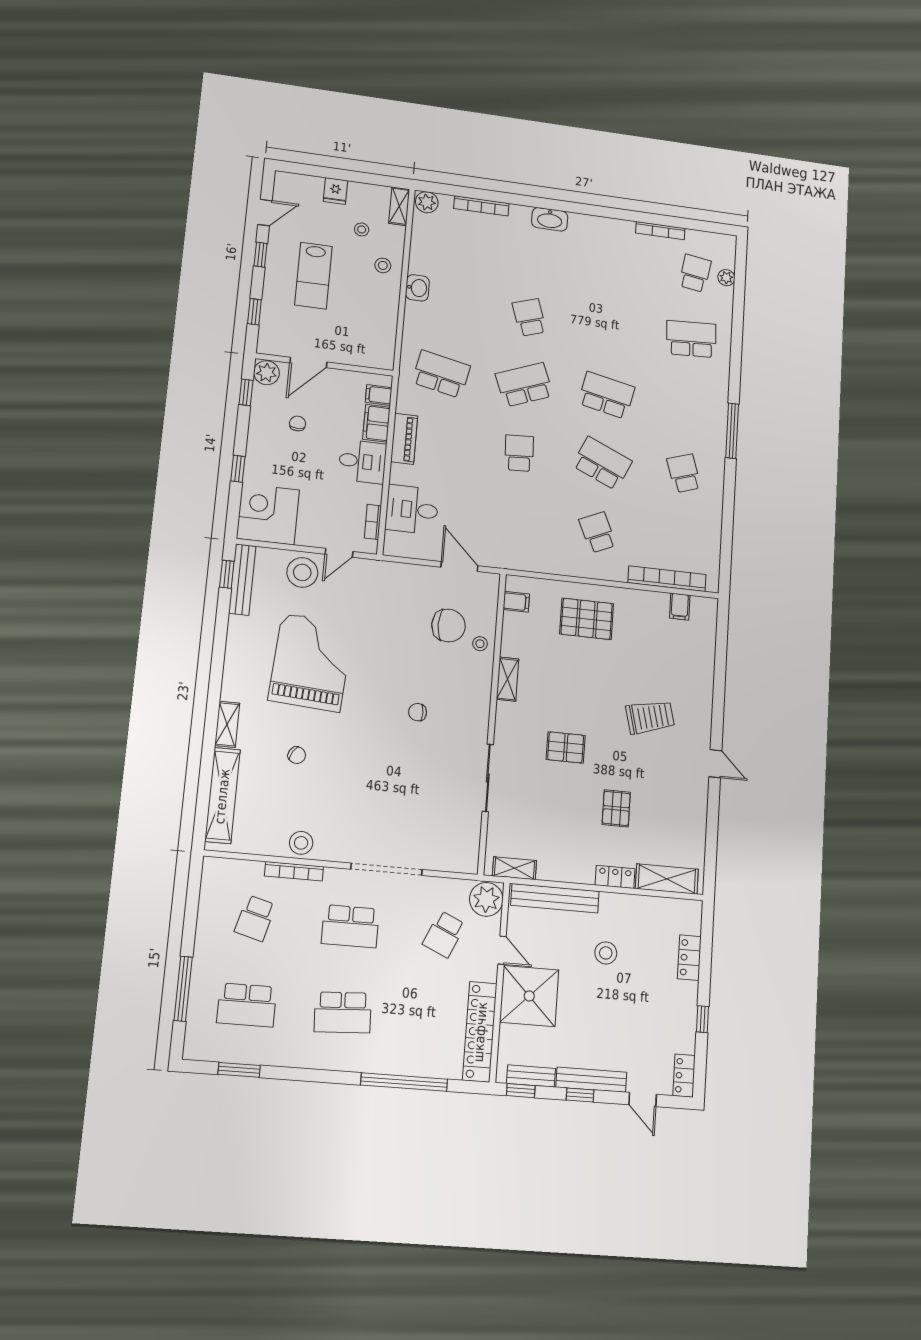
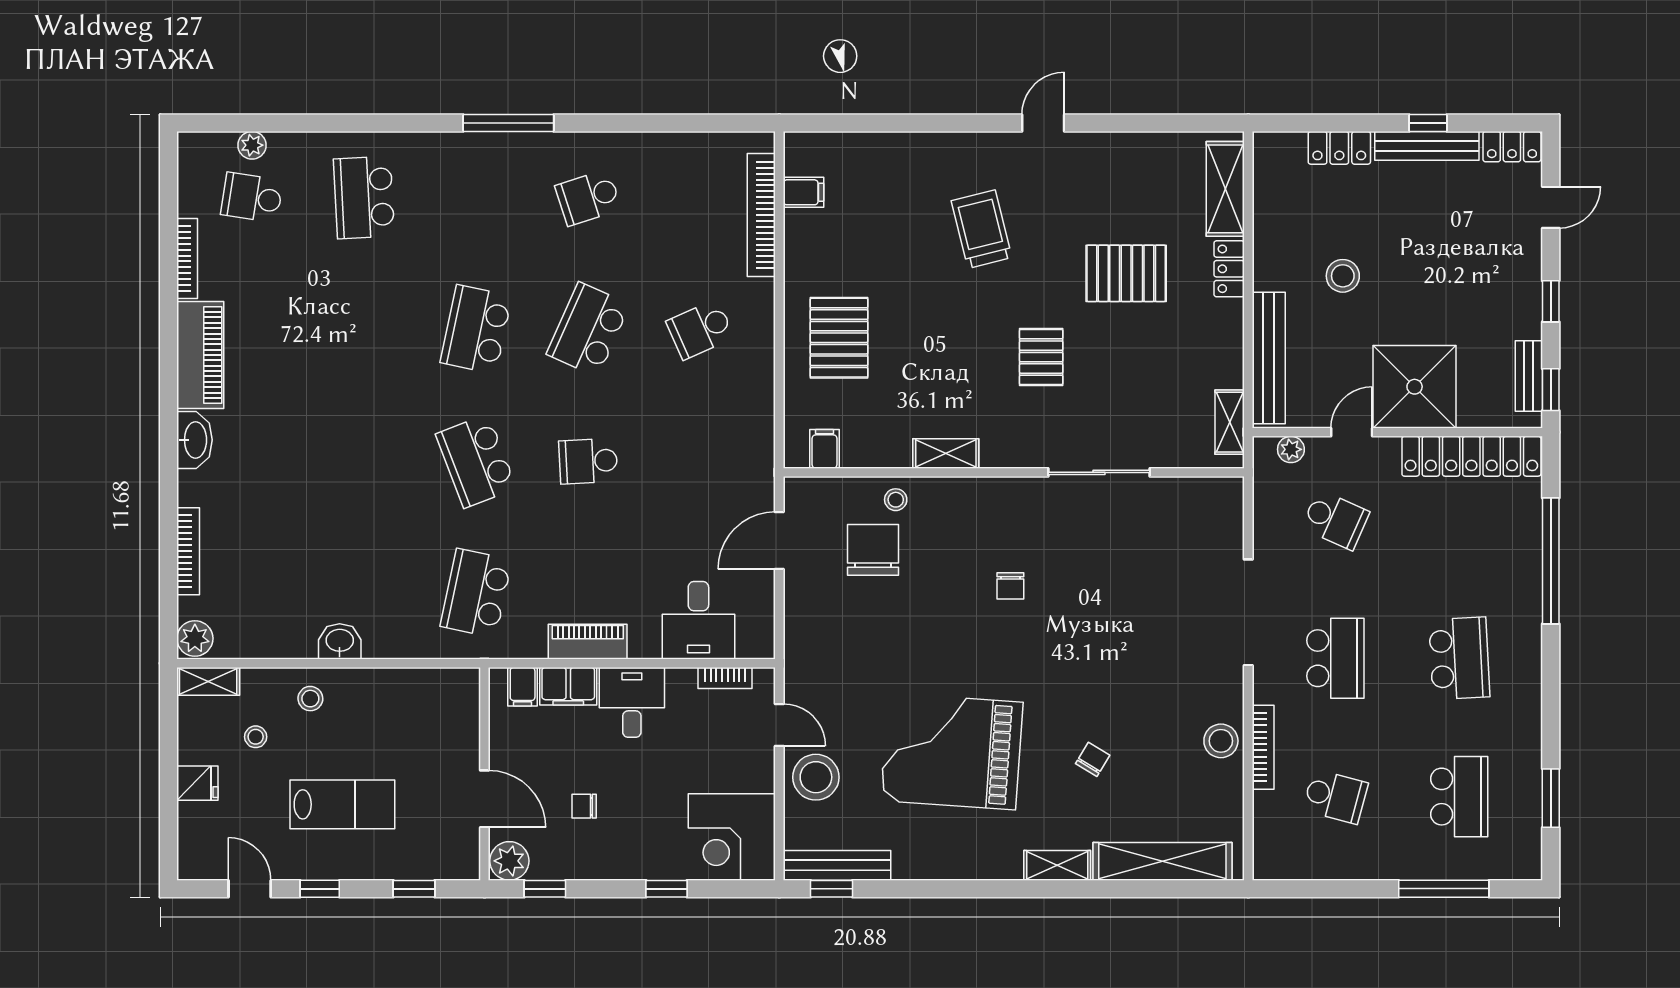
piano: (601, 230) -> (200, 355), added
school desk: (529, 317) -> (364, 461), removed
pallet: (616, 808) -> (1126, 273), width x1.50, depth x1.42
plant: (486, 899) -> (1291, 449), width x0.53, depth x0.53
bench: (591, 1080) -> (1427, 146), moved, turned 90

